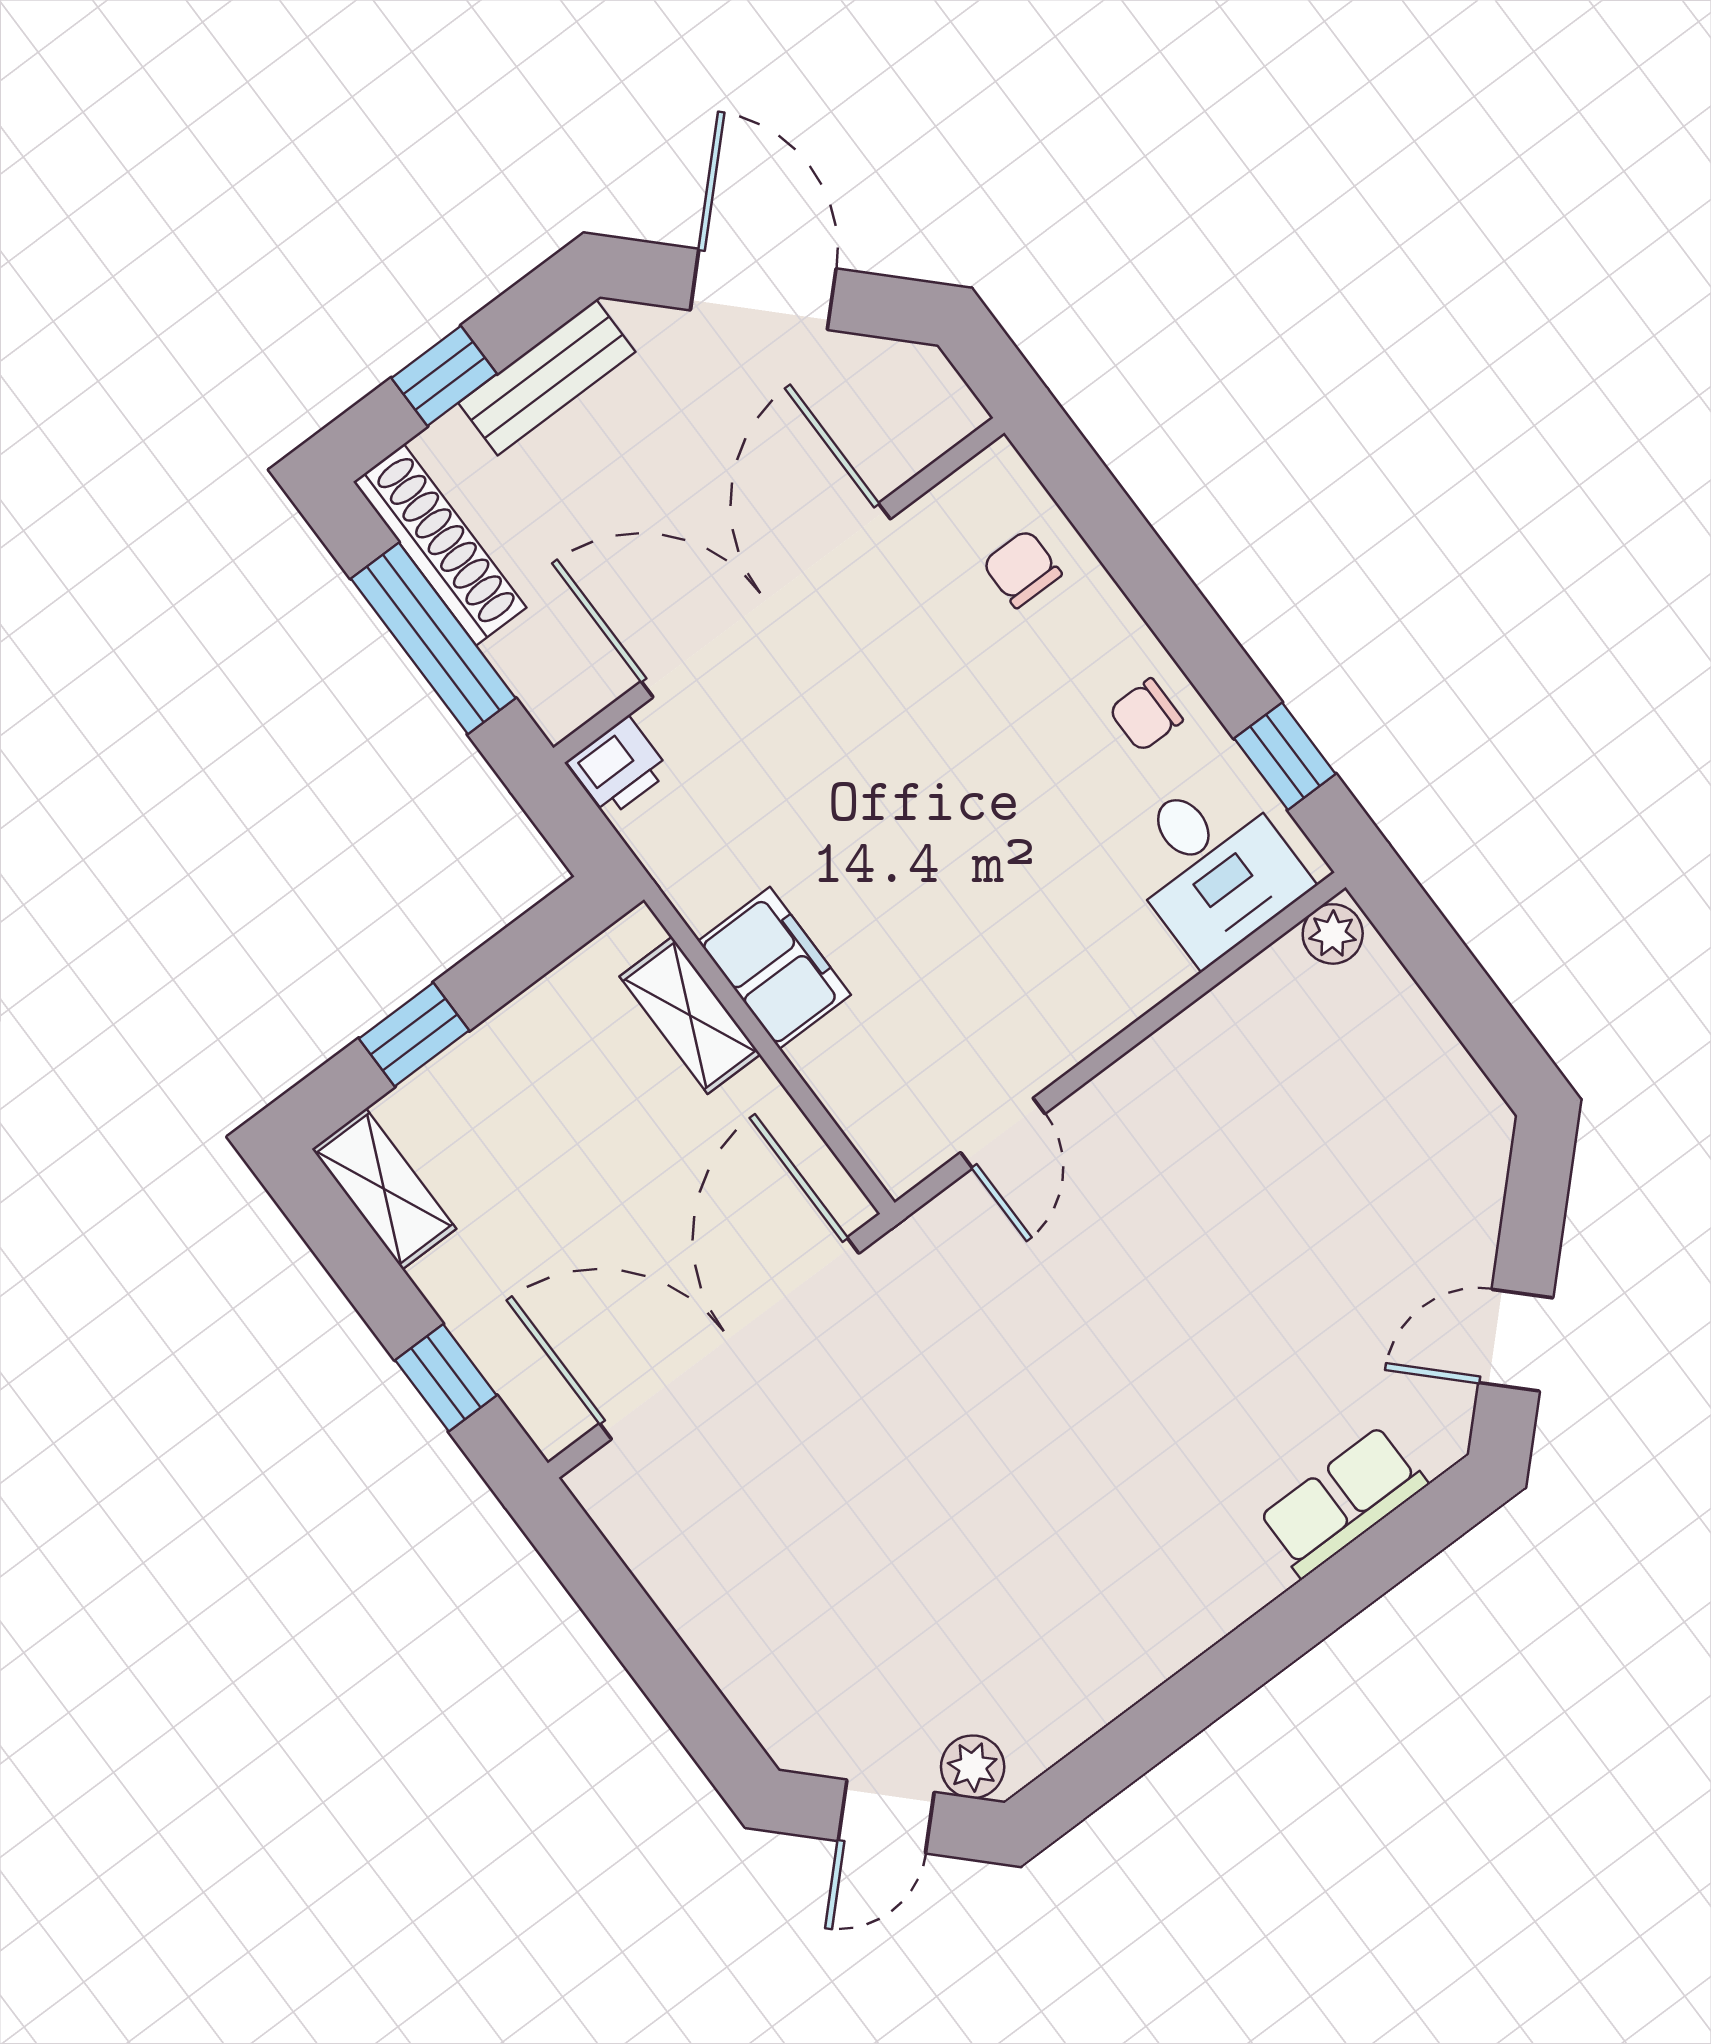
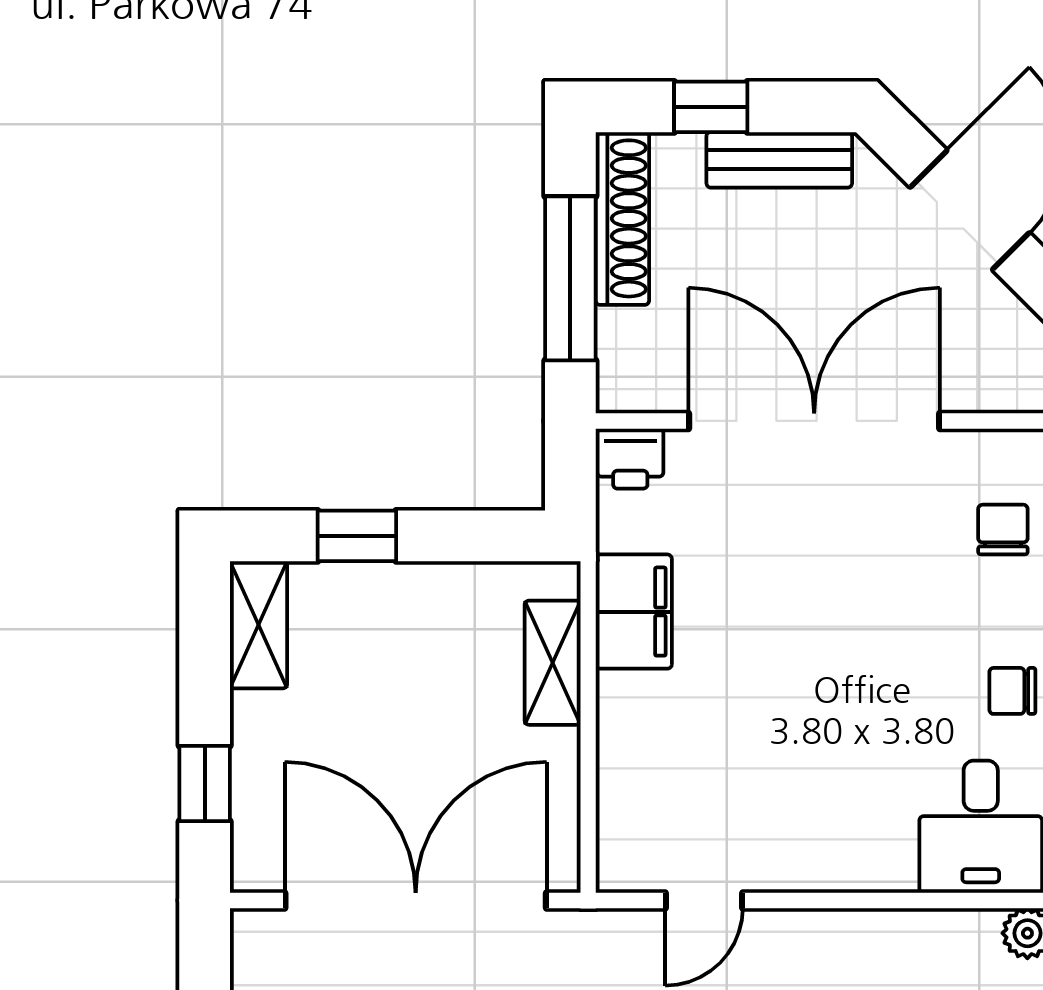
filing cabinet: (774, 968) -> (634, 612), moved

